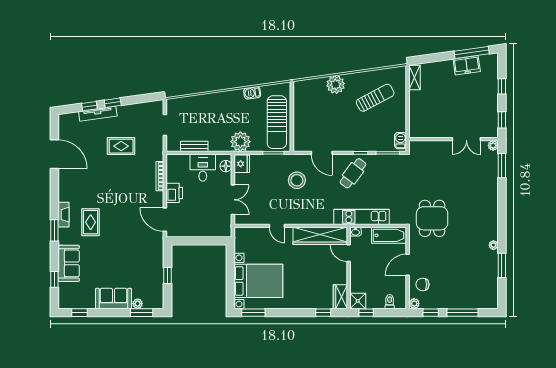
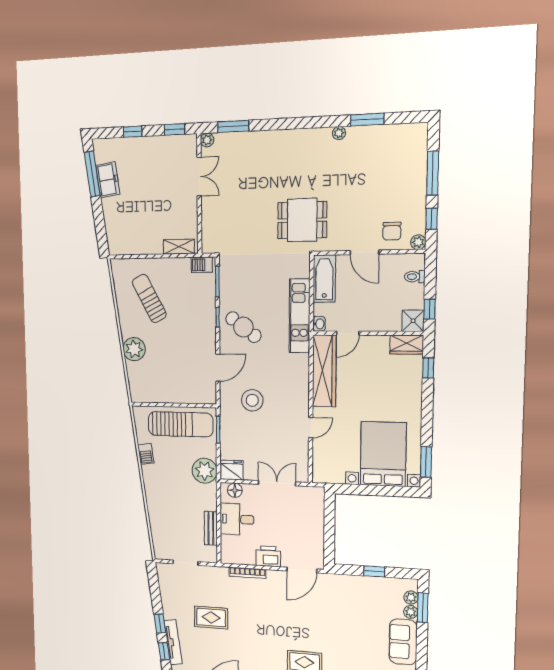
shelving: (414, 78) -> (179, 247), moved
rug: (121, 146) -> (211, 617), turned 90
plant: (149, 304) -> (411, 597), added

